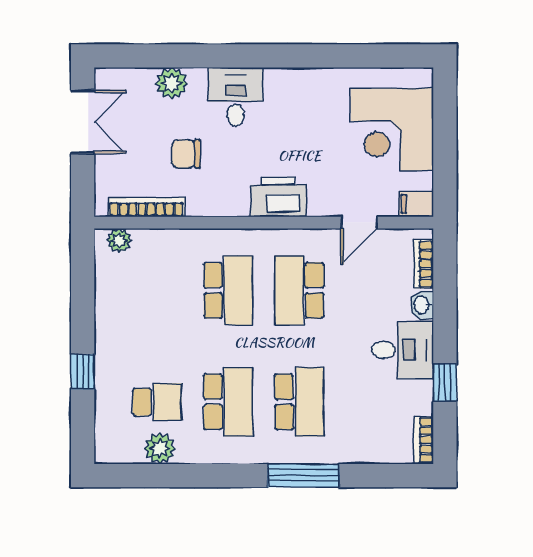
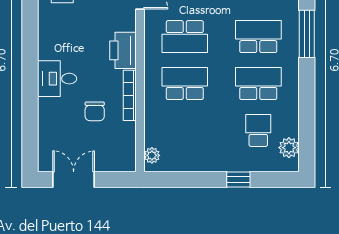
plant: (172, 83) -> (48, 121), removed
bookcase: (146, 207) -> (130, 95), moved
plant: (160, 448) -> (289, 148), moved

